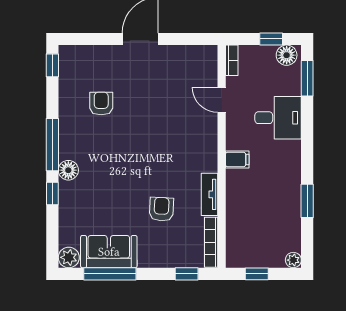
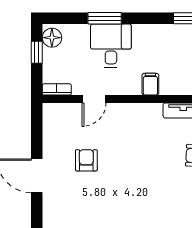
window: (307, 78) -> (105, 18), moved
armchair: (101, 103) -> (86, 160), moved, turned 90

